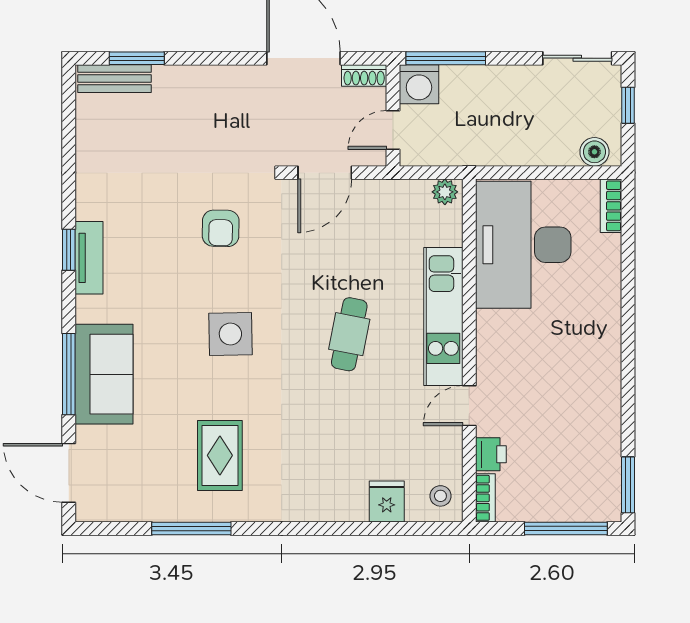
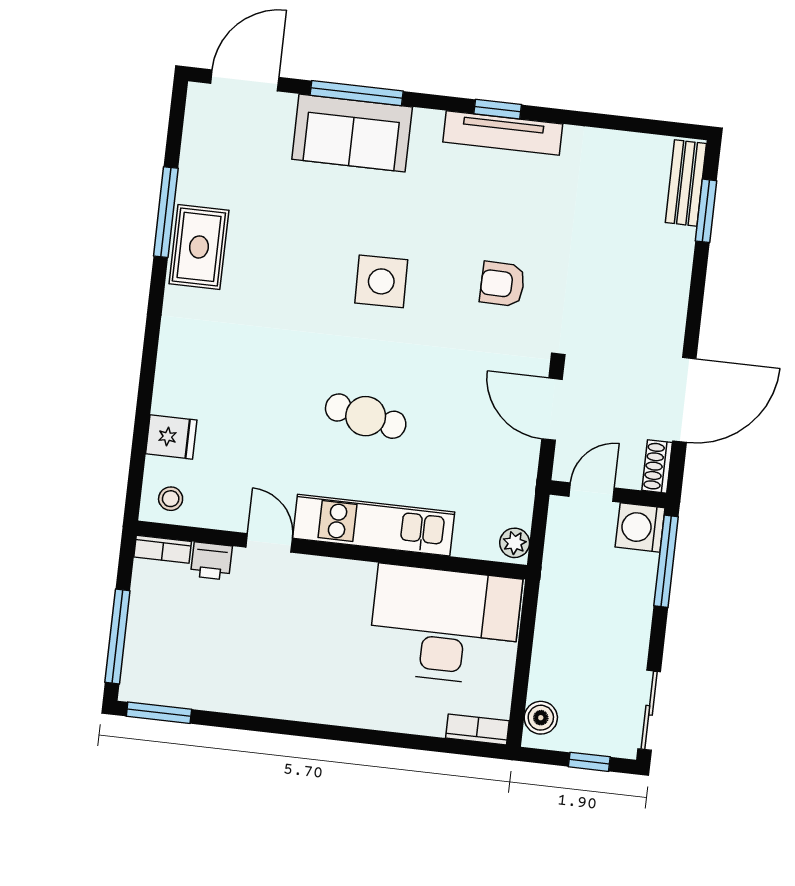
door: (393, 130) -> (592, 492), hinge flipped
tv unit: (89, 258) -> (503, 133), width x1.41
rug: (220, 455) -> (199, 247), moved, turned 90

